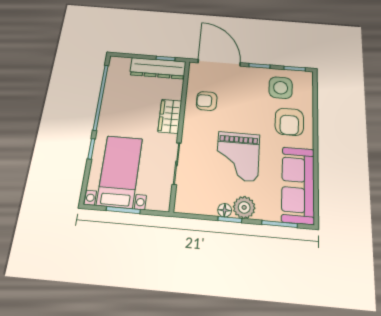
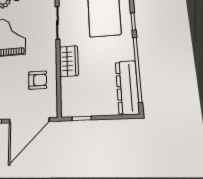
door: (219, 63) -> (29, 120), hinge flipped
dresser: (158, 68) -> (127, 87), moved, turned -90

